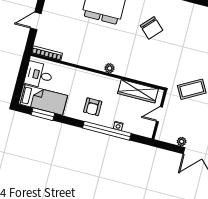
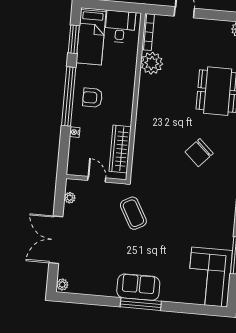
plant: (110, 68) -> (152, 63), moved, width x1.88, depth x1.88
window: (107, 131) -> (69, 96), moved
plant: (182, 141) -> (70, 198), moved

